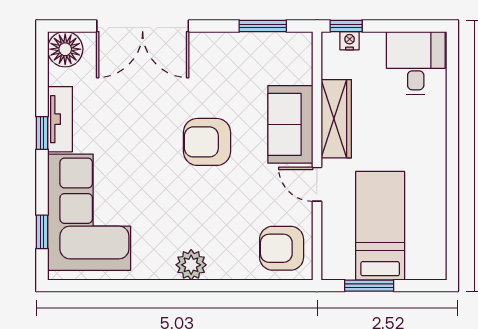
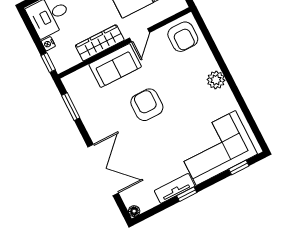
nightstand: (350, 41) -> (48, 44), moved
floor lamp: (65, 49) -> (134, 211), width x0.53, depth x0.53
armchair: (207, 142) -> (147, 105), turned 180

